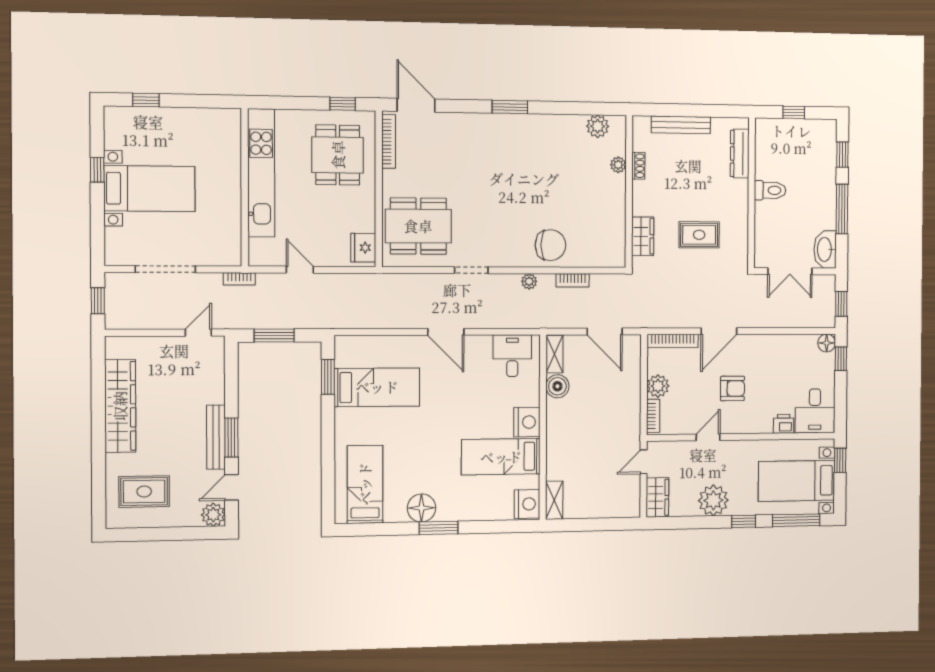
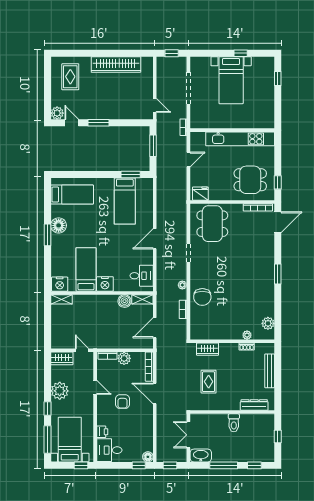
bench: (216, 437) -> (99, 115), removed

